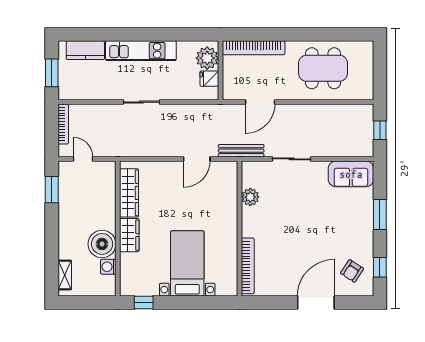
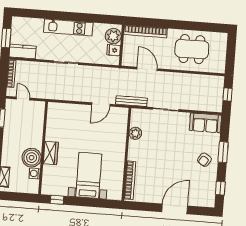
kitchen counter: (85, 50) -> (23, 51), moved, turned 180
door: (260, 102) -> (147, 69), swing flipped
wardrobe: (129, 193) -> (53, 124), removed
armchair: (352, 271) -> (204, 160), moved

